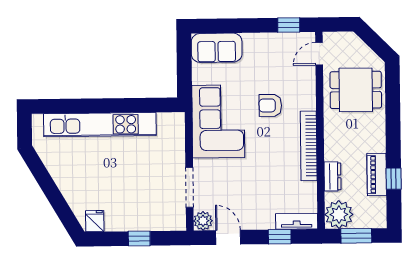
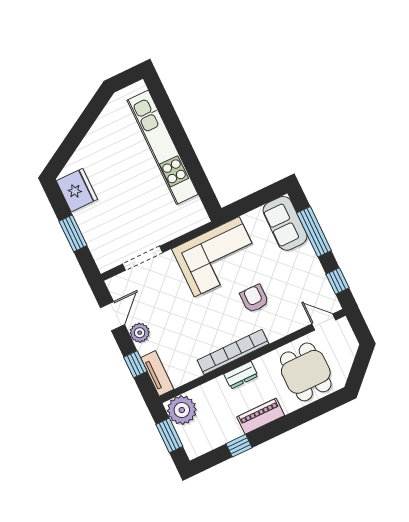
window: (236, 26) -> (314, 232), added
piano: (377, 175) -> (261, 416), moved
dresser: (332, 176) -> (241, 375), moved
fridge: (95, 221) -> (77, 190), width x1.88, depth x1.34
plant: (203, 221) -> (140, 333), moved
window: (139, 238) -> (73, 233), width x1.50

